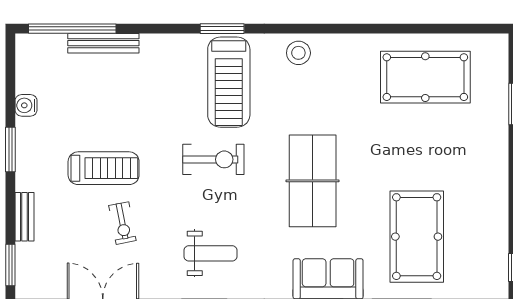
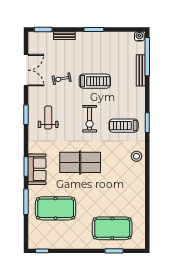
pool table: (425, 77) -> (112, 228), moved, turned 90
treadmill: (229, 82) -> (124, 126), width x0.73, depth x0.73
water cooler: (26, 105) -> (139, 36), moved
treadmill: (104, 168) -> (95, 81), moved, turned -90
weight bench: (210, 253) -> (48, 118), turned 180

